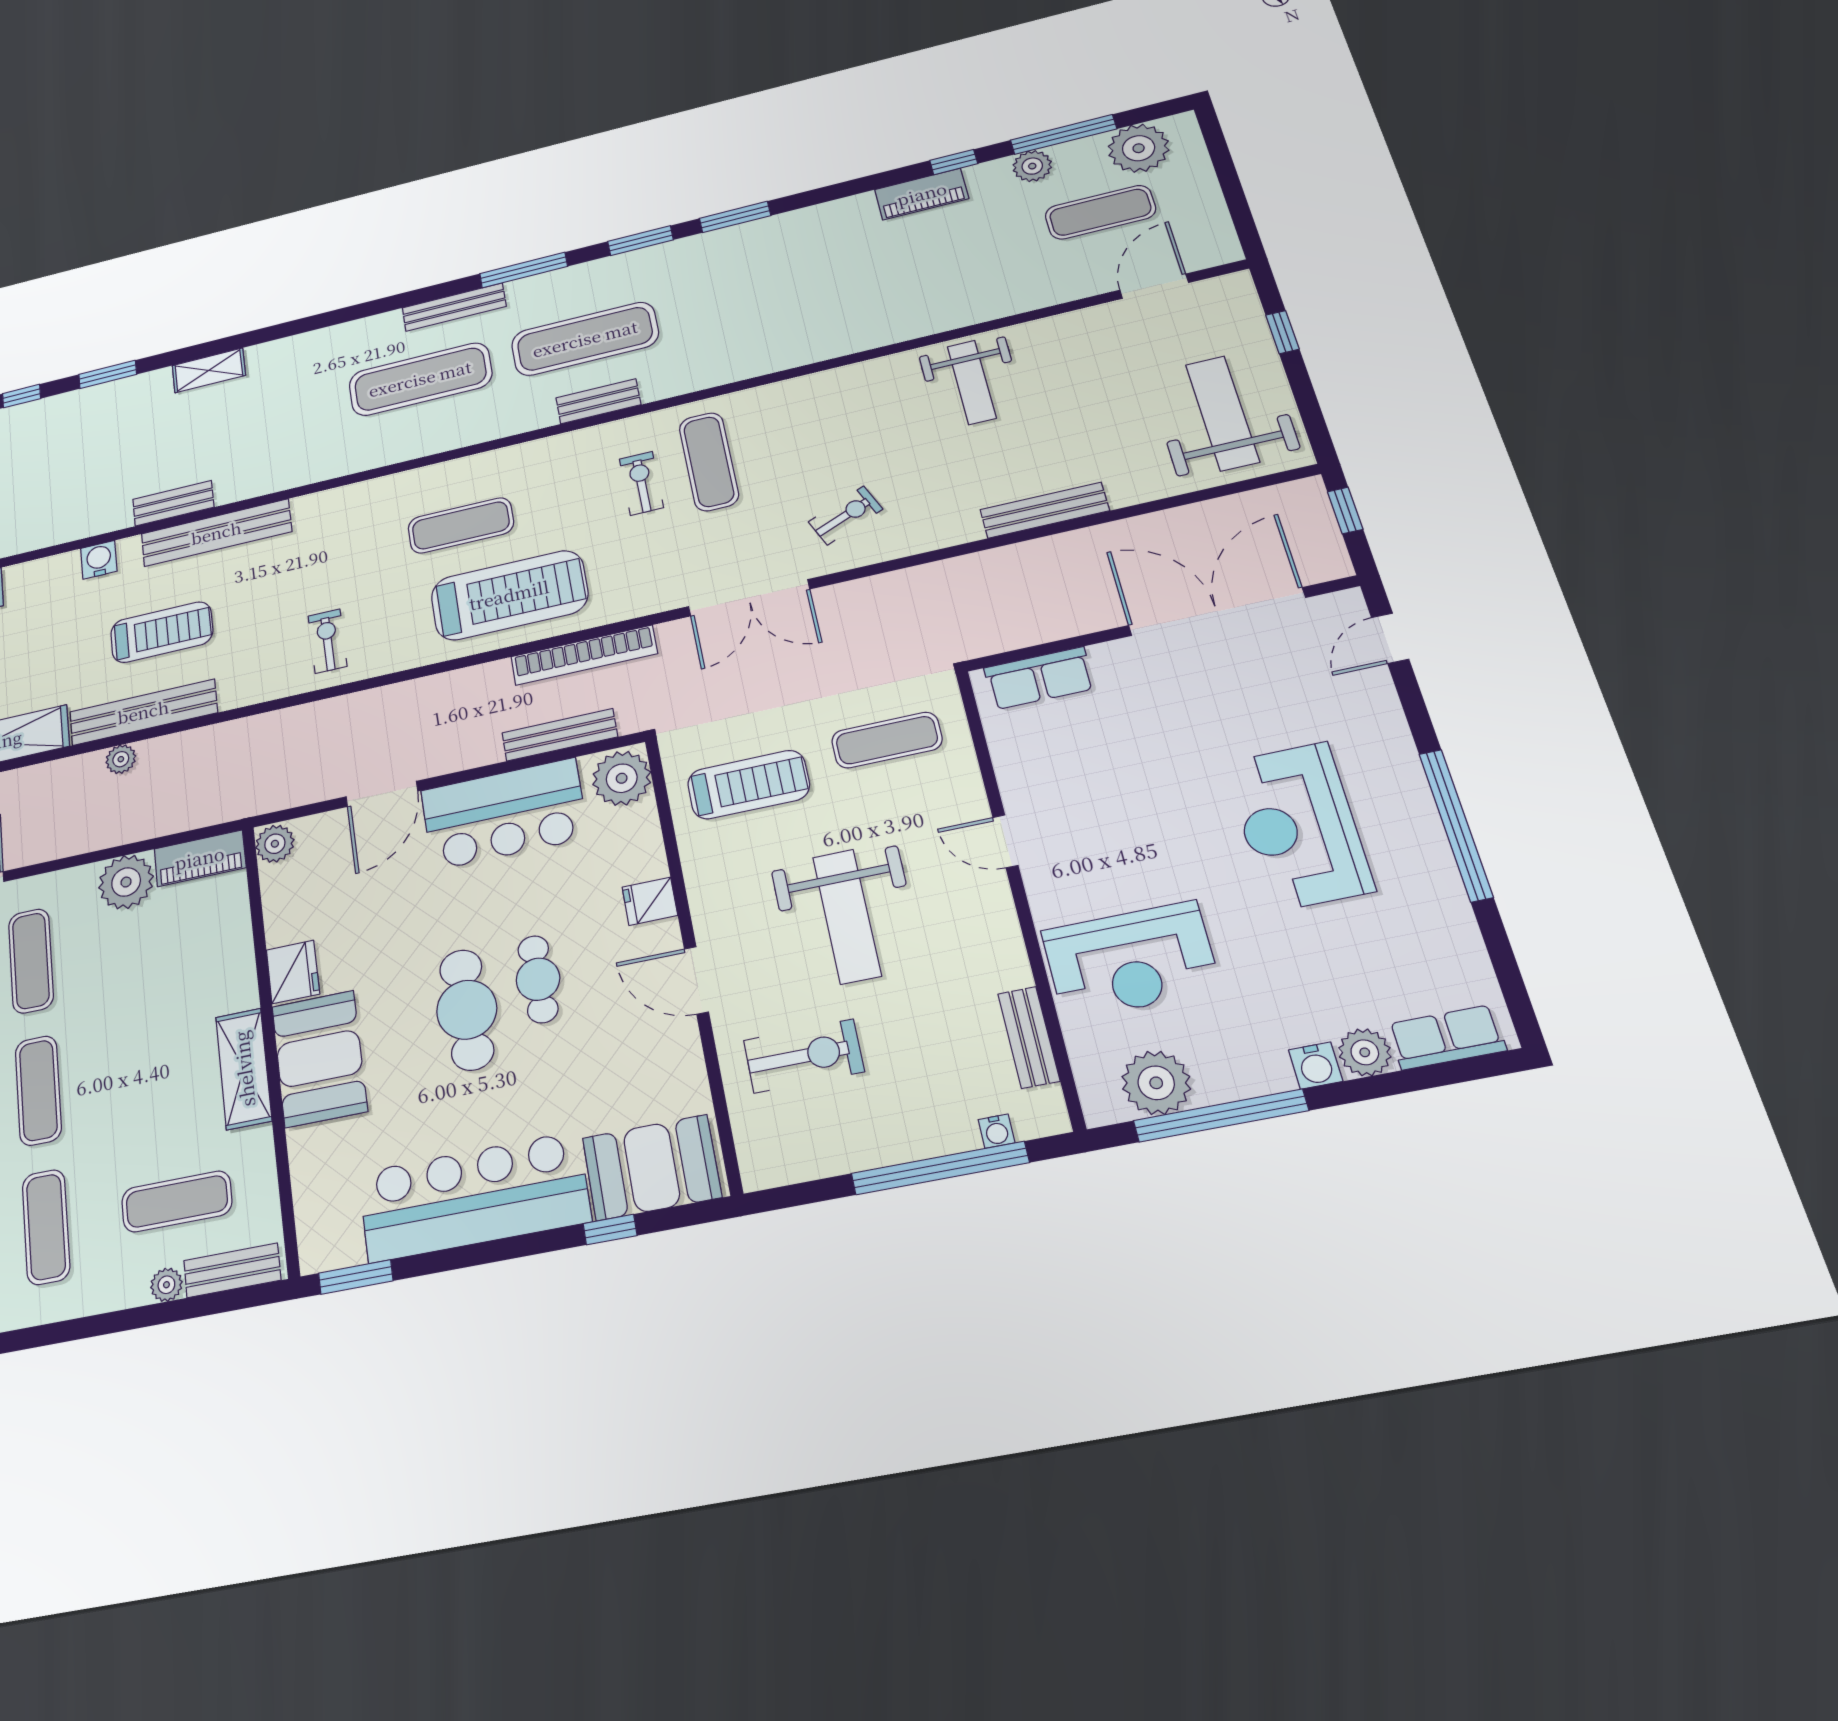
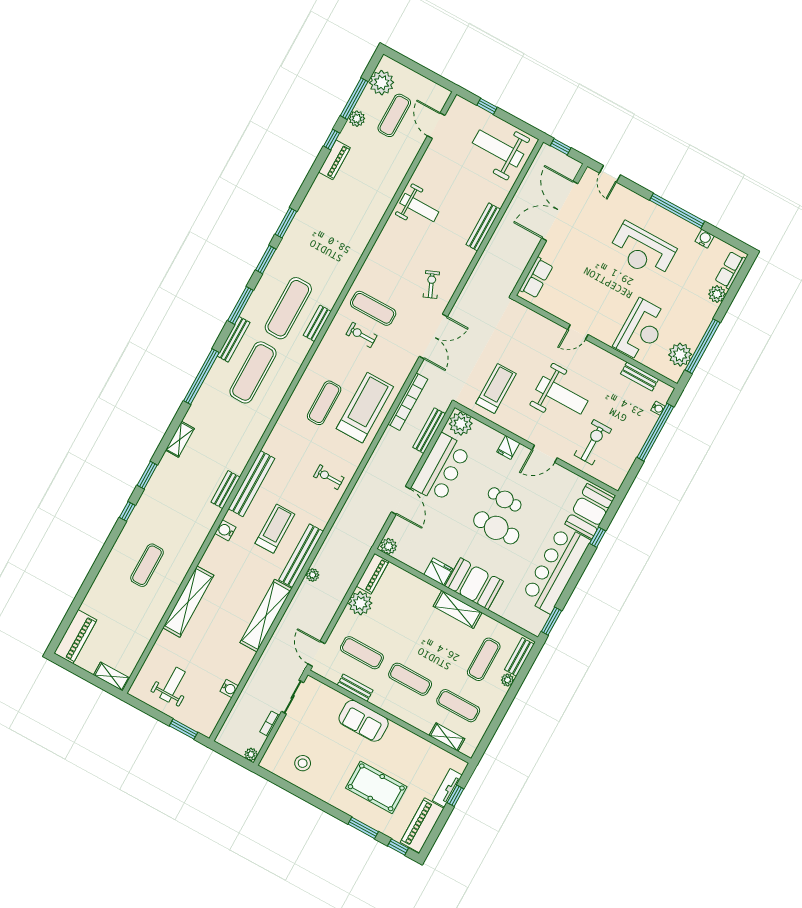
window: (346, 315) -> (201, 377), added
exercise mat: (887, 740) -> (517, 337), removed
water cooler: (1316, 1066) -> (705, 239), moved, turned -90

